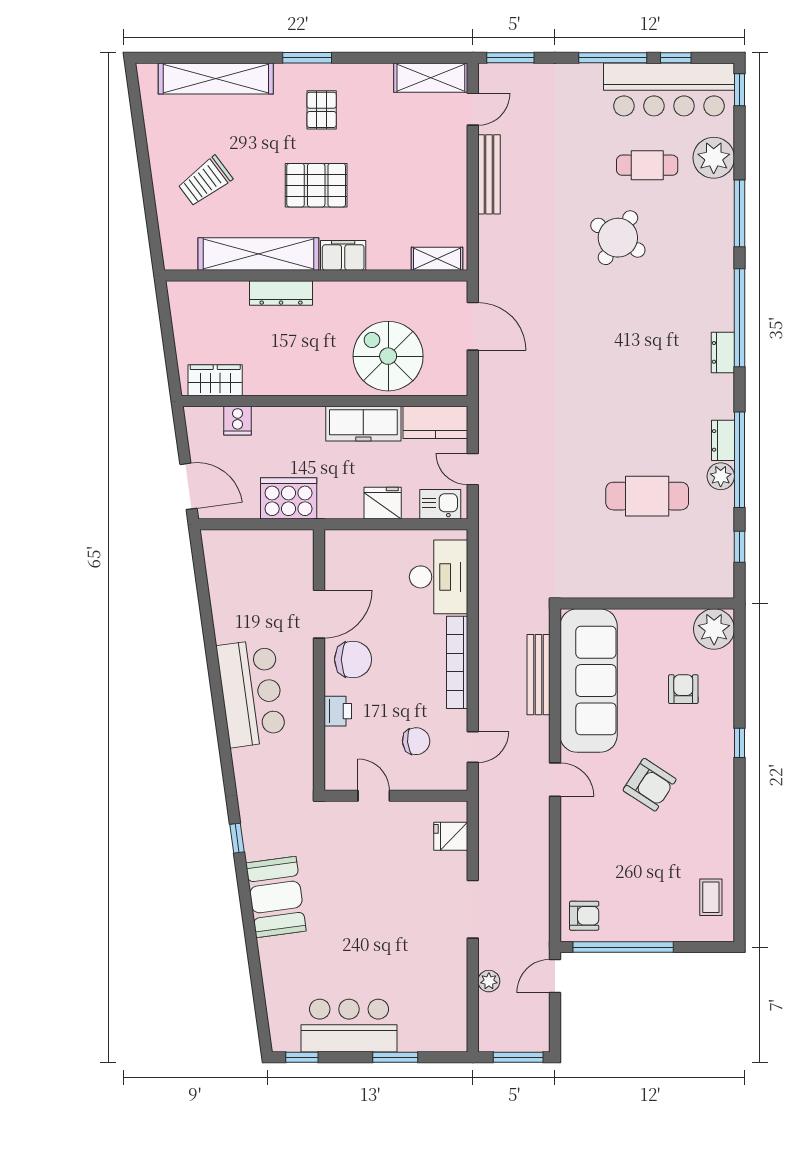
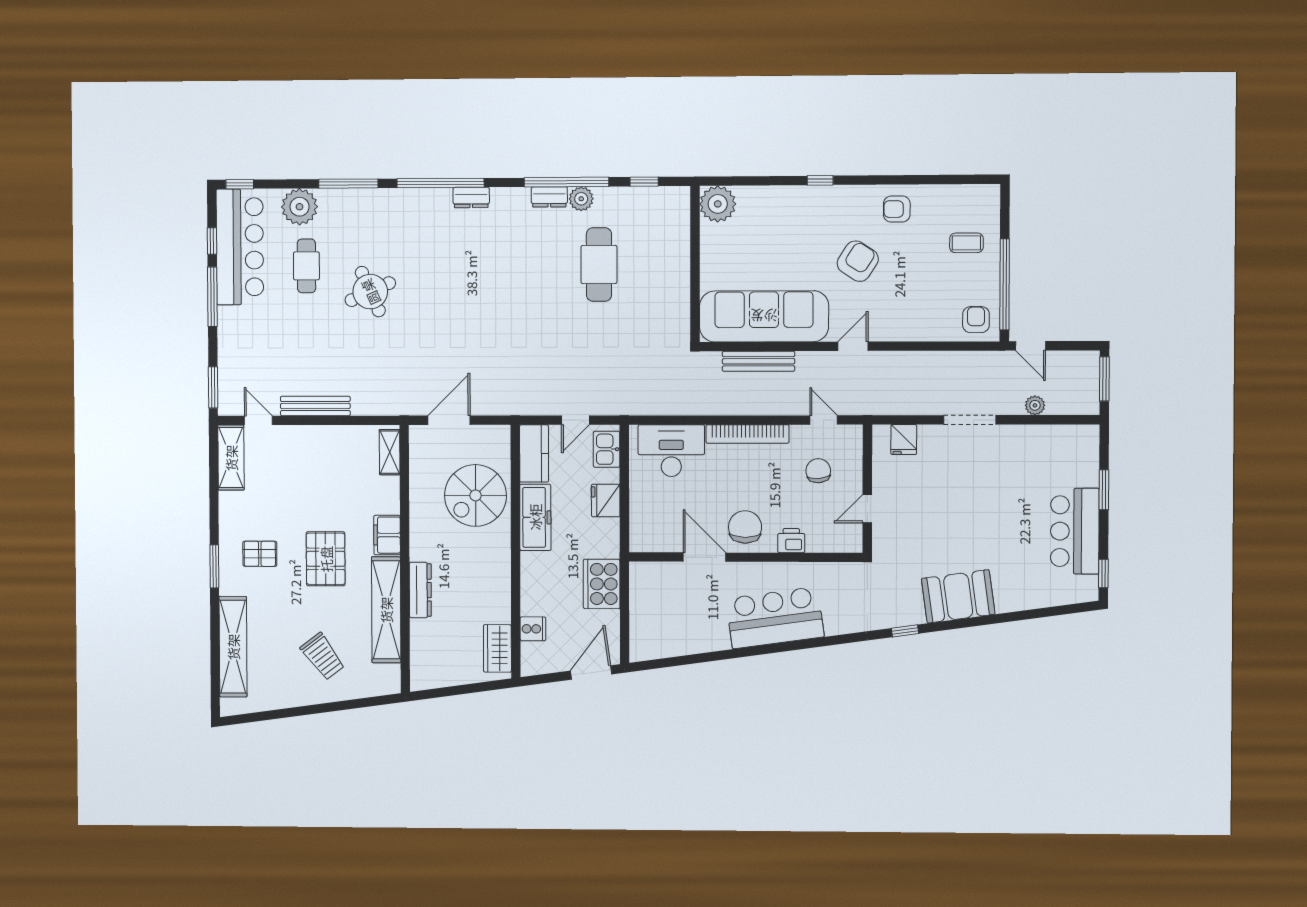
round table: (618, 238) -> (370, 292), turned 34
armchair: (683, 689) -> (897, 209), moved
coffee table: (711, 897) -> (966, 243), moved

